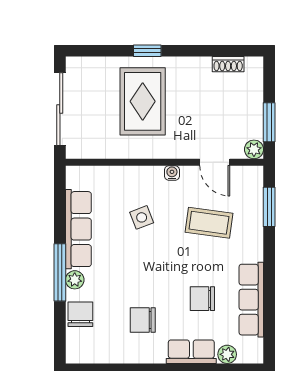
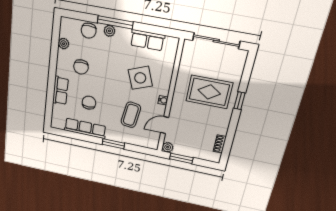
window: (269, 207) -> (113, 144), moved
side table: (142, 217) -> (140, 78), width x1.87, depth x1.87
row of seats: (78, 229) -> (147, 40), width x0.68
chair: (80, 314) -> (89, 31), turned 90
chair: (143, 320) -> (81, 67), turned 180
plant: (227, 354) -> (64, 44), moved

